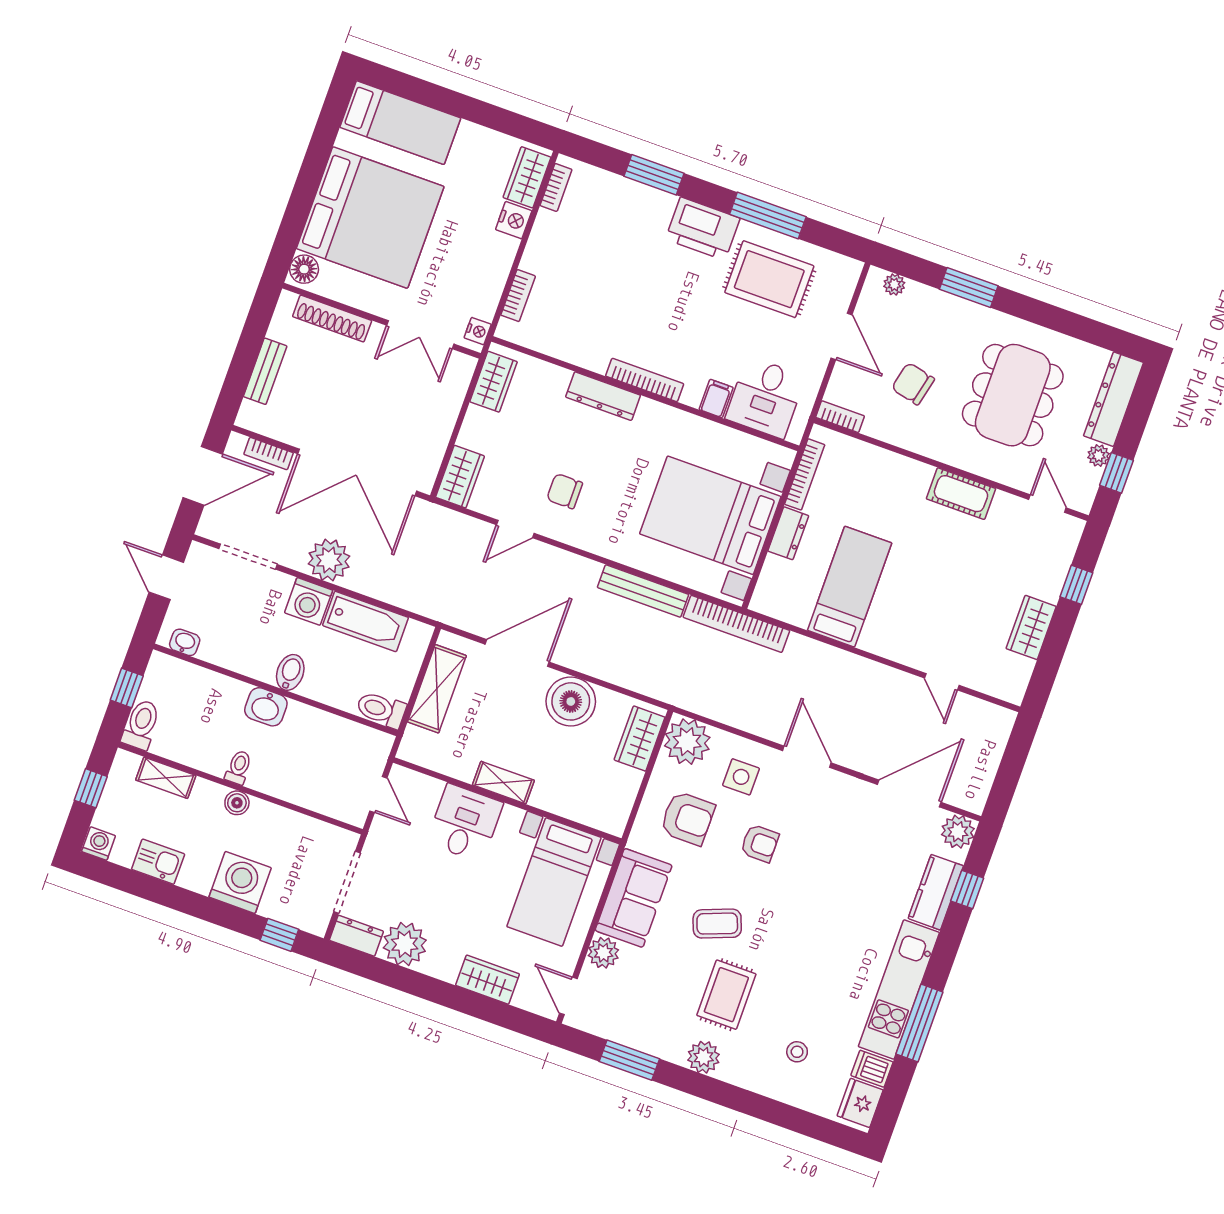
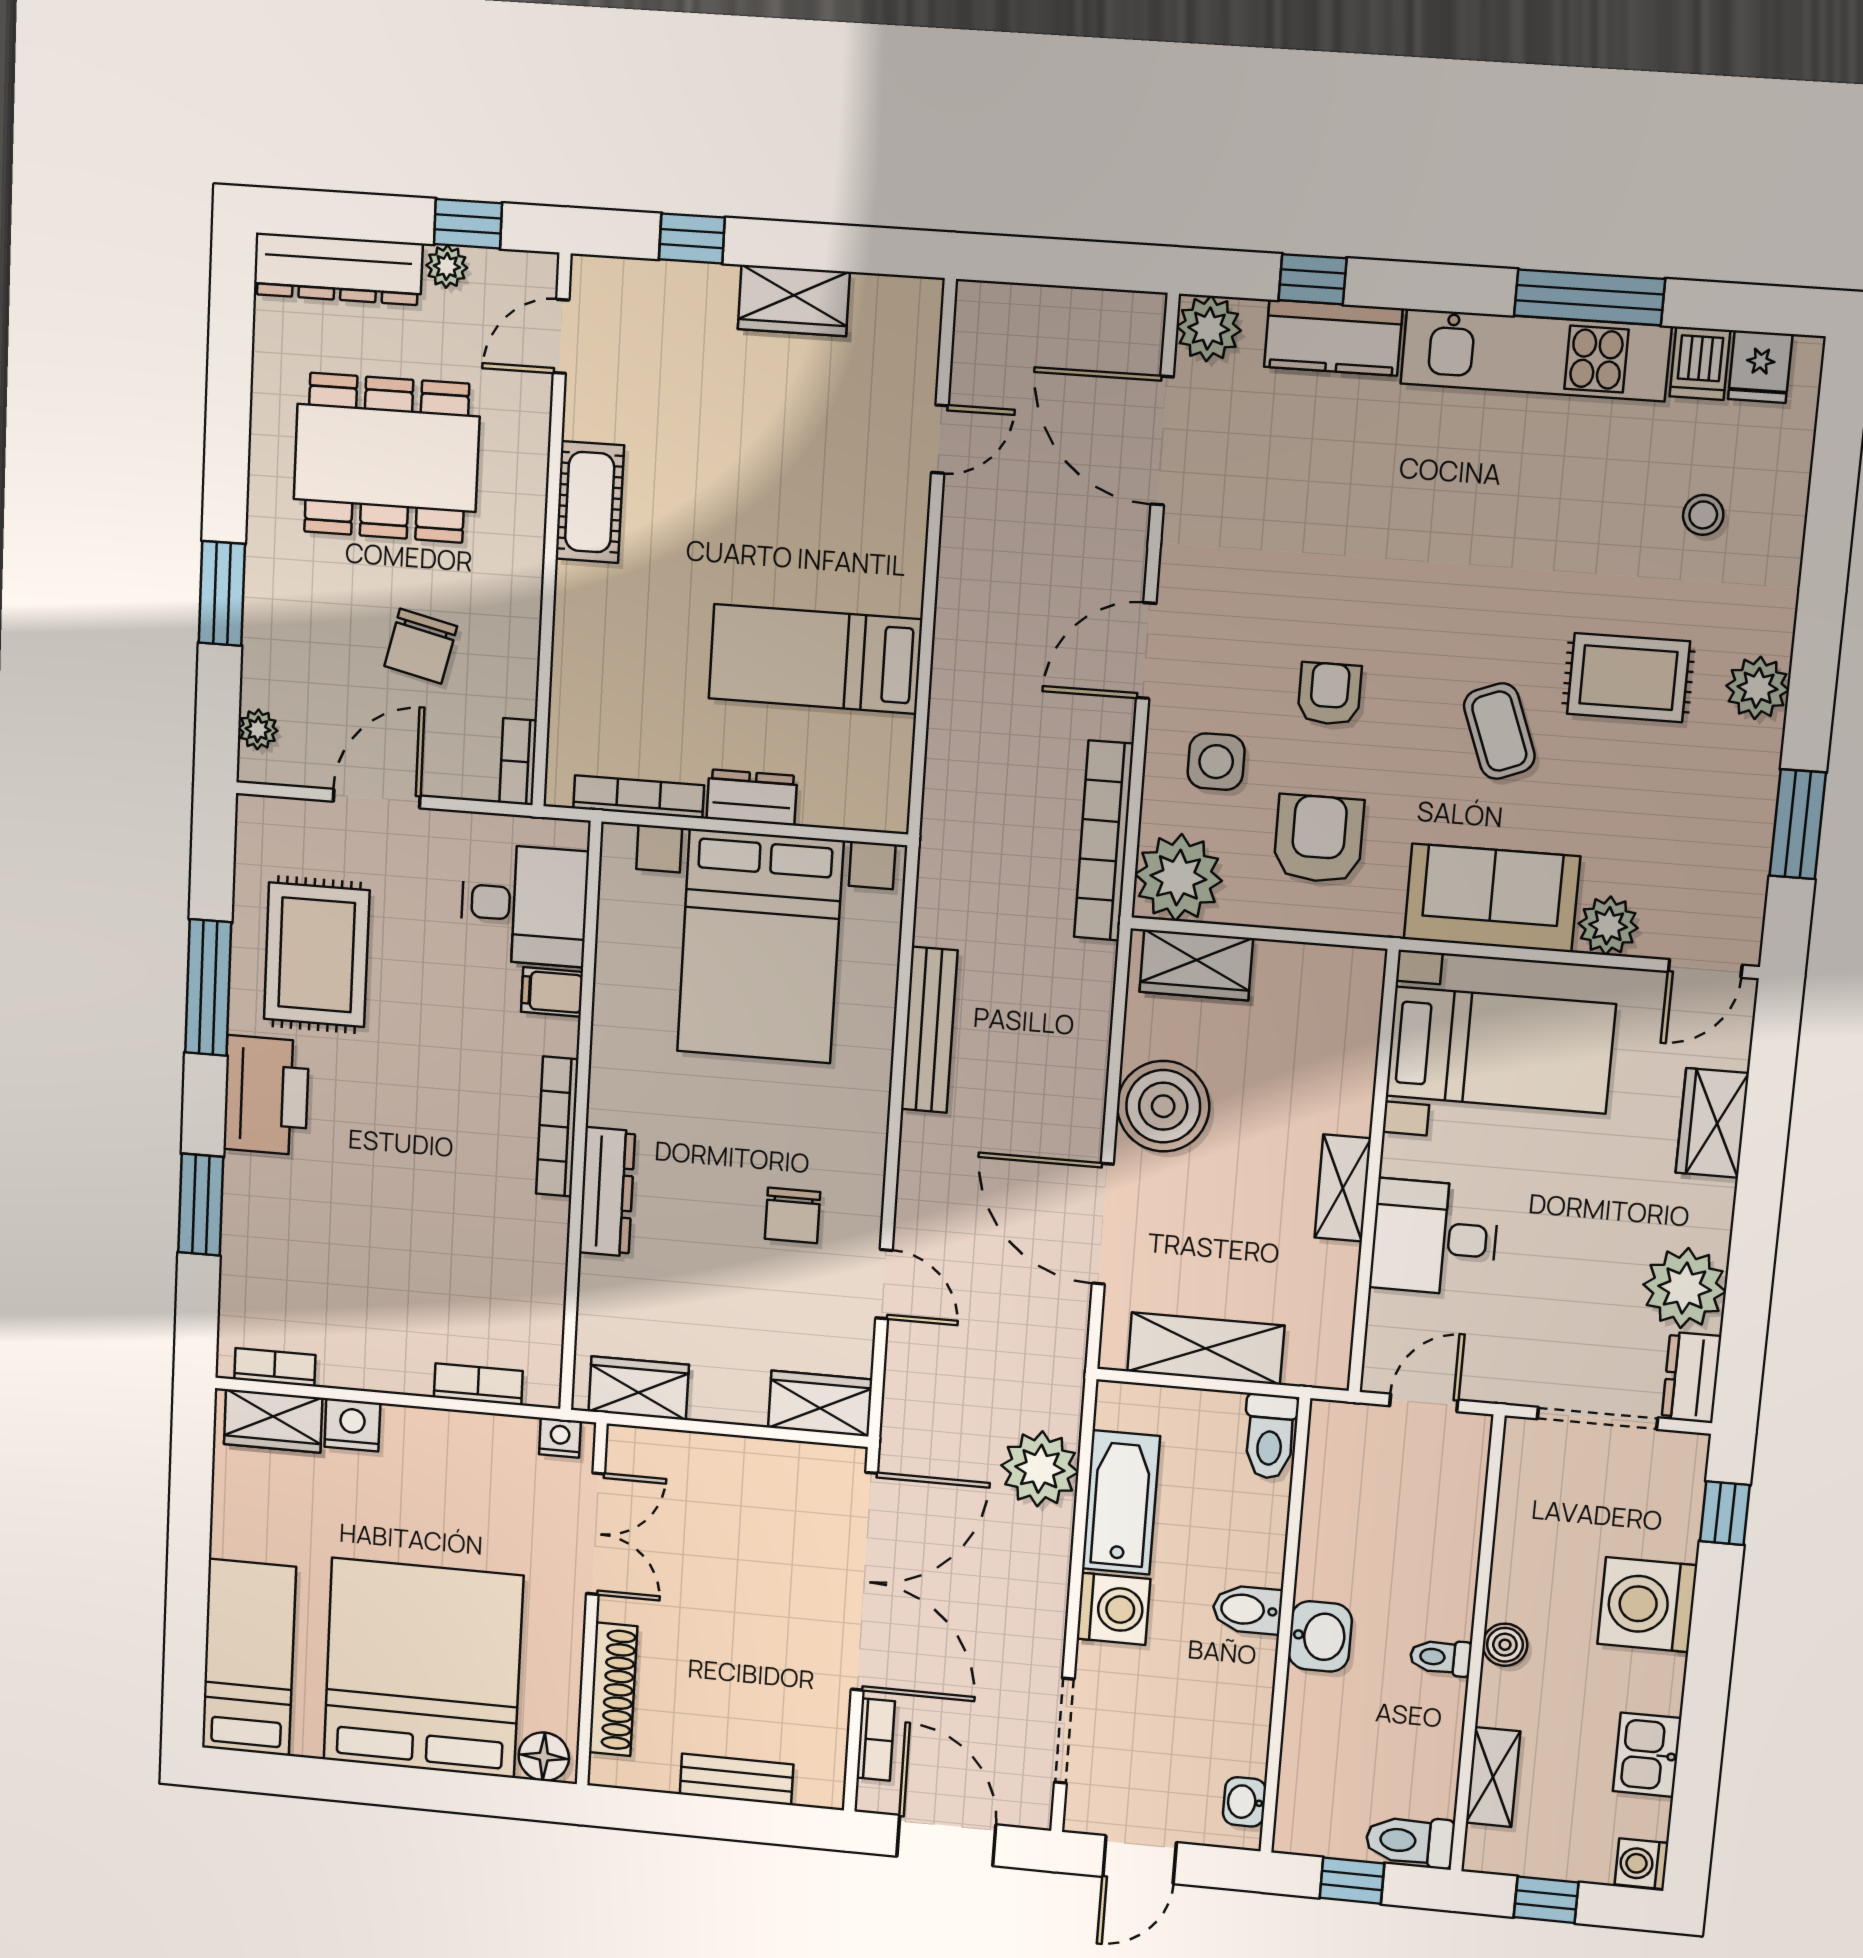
plant: (329, 560) -> (1040, 1469), moved
bookcase: (736, 624) -> (1104, 841), moved, turned 180
fridge: (860, 1103) -> (1760, 367), width x0.72

